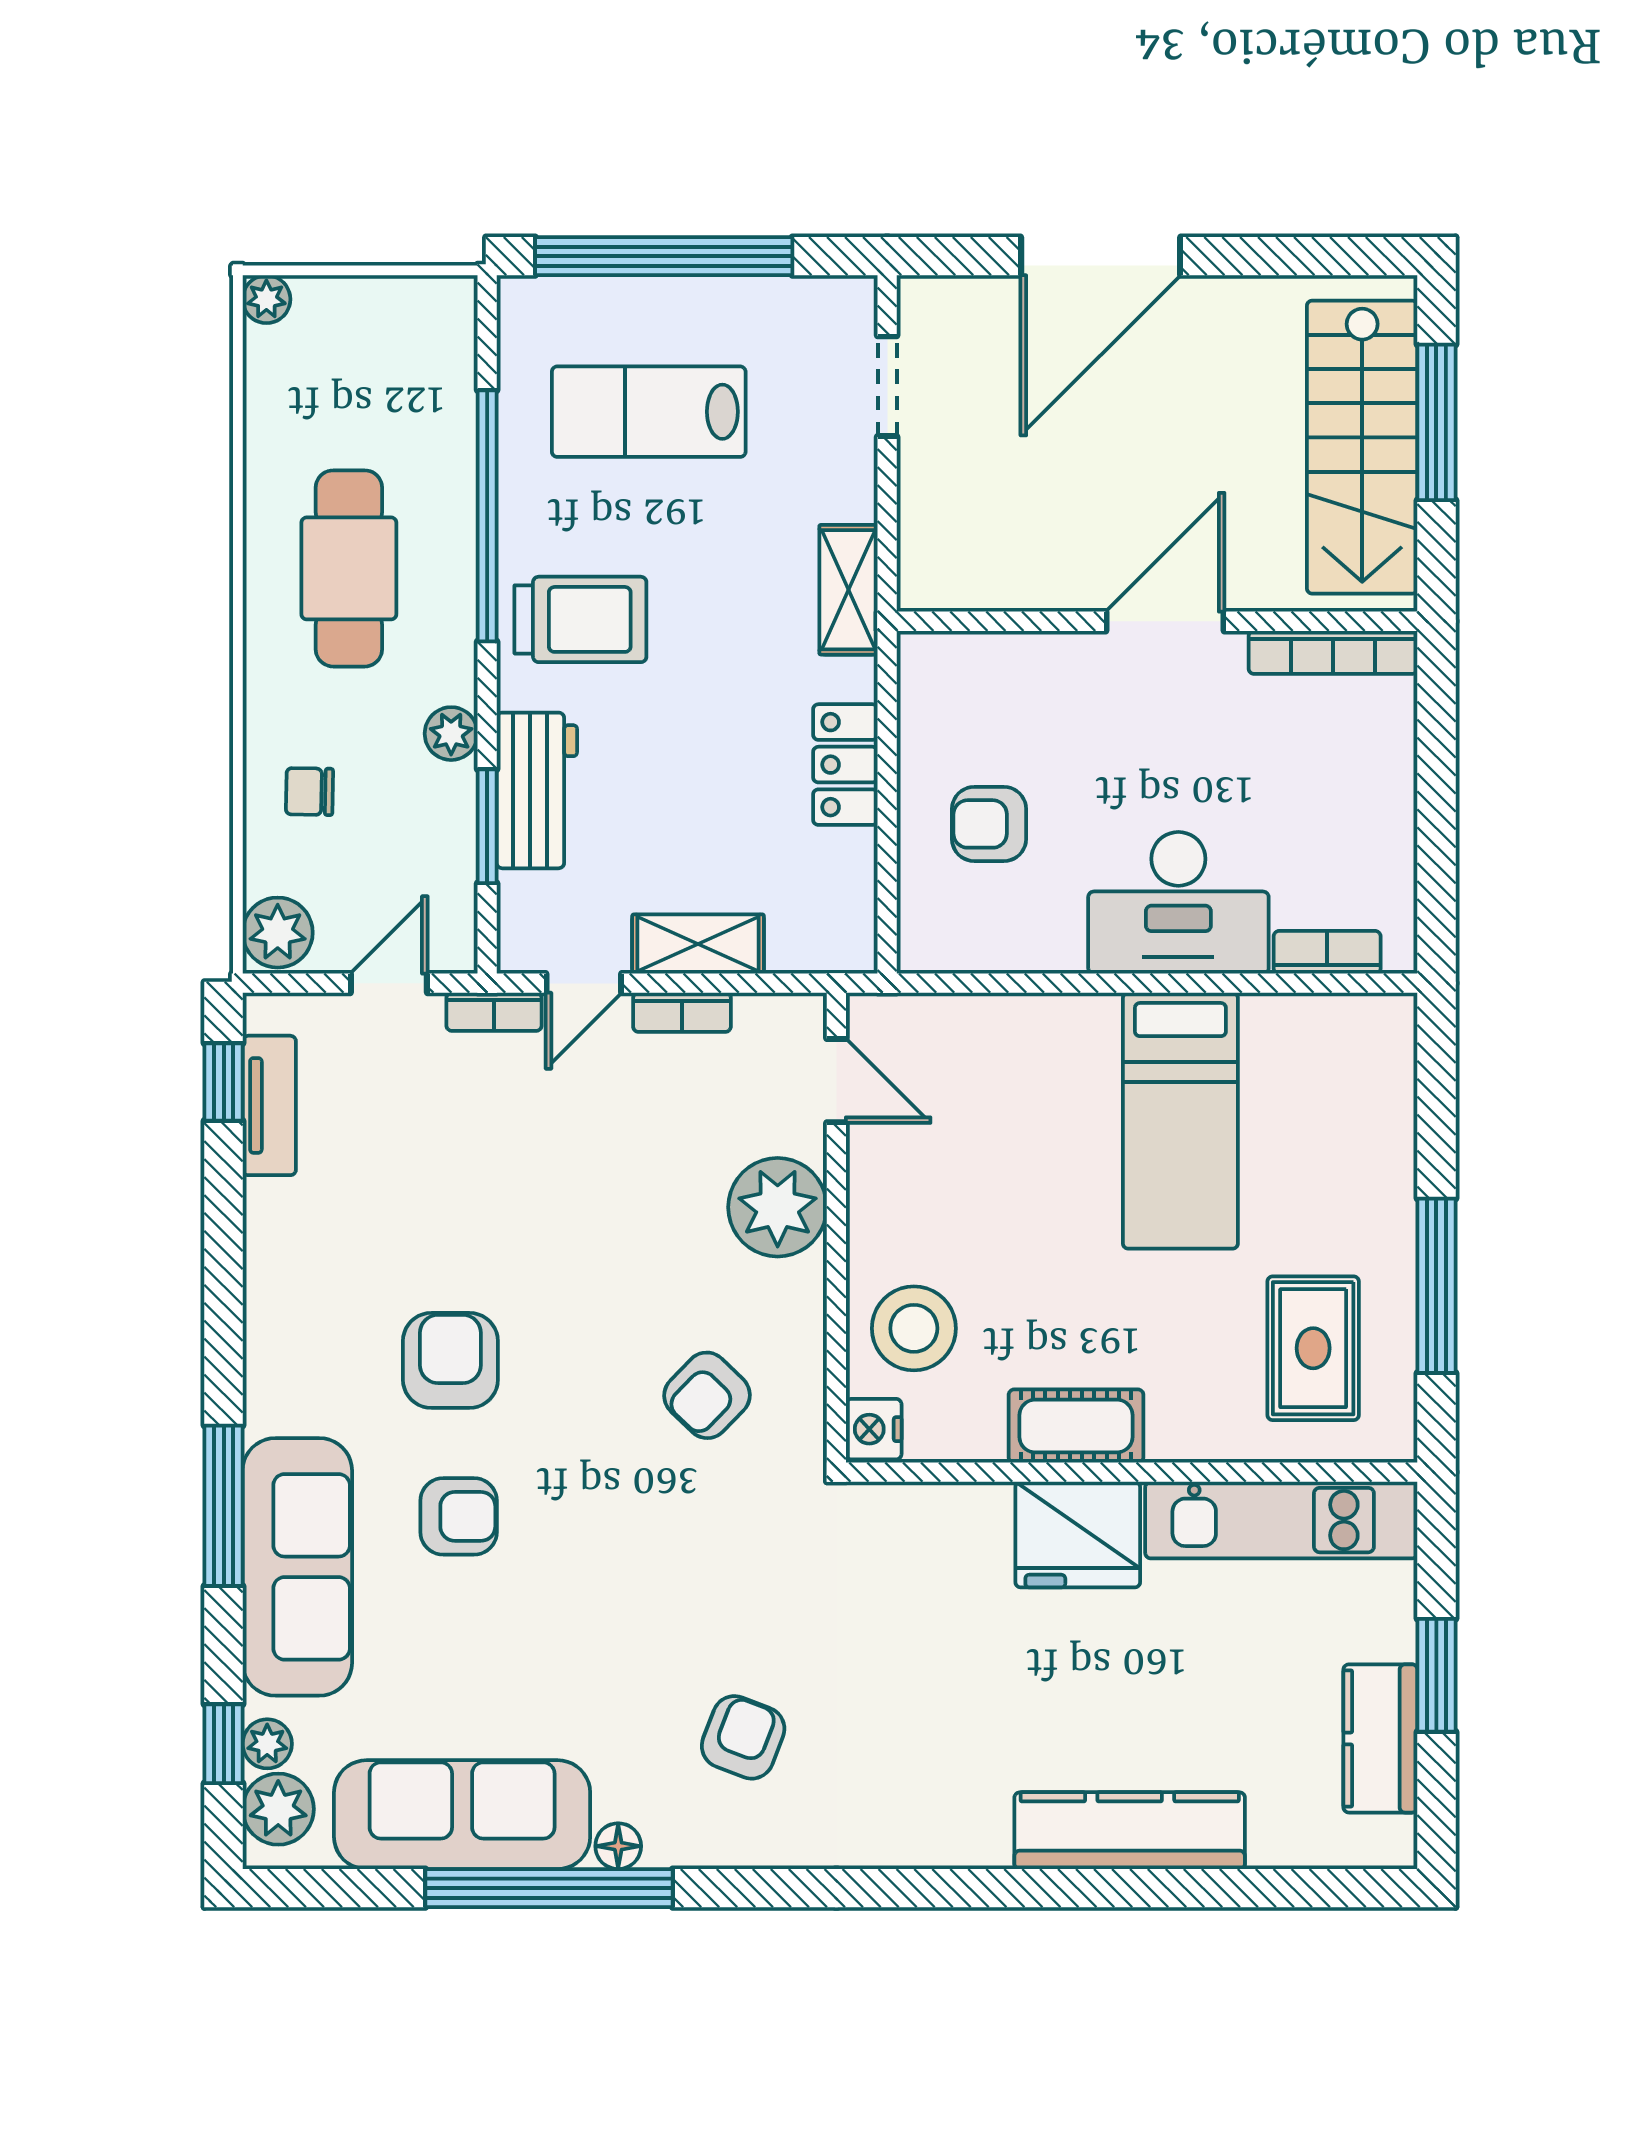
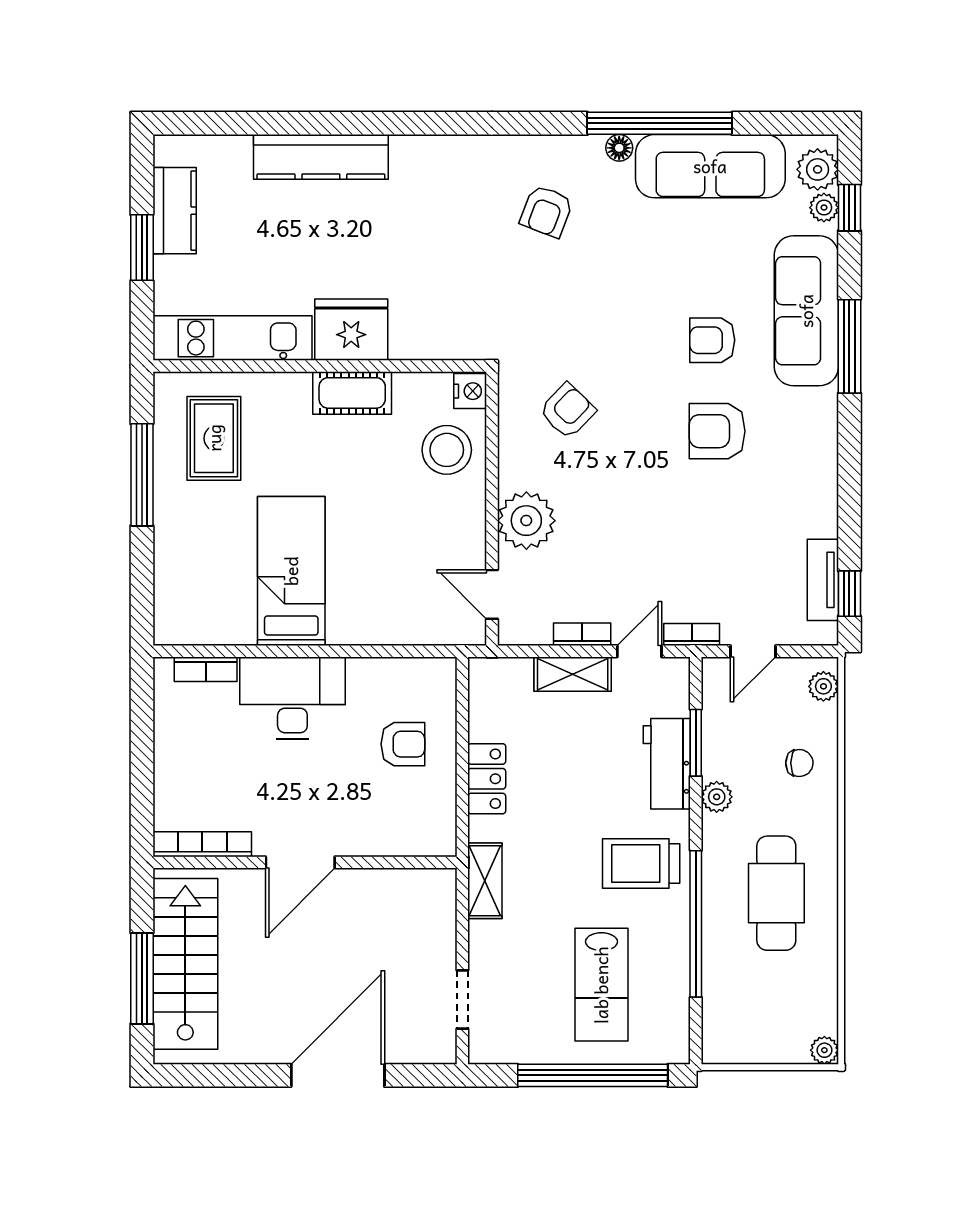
lab bench: (649, 412) -> (601, 985), turned 90
plant: (278, 933) -> (823, 686), width x0.73, depth x0.73
armchair: (450, 1360) -> (717, 431), turned 90

